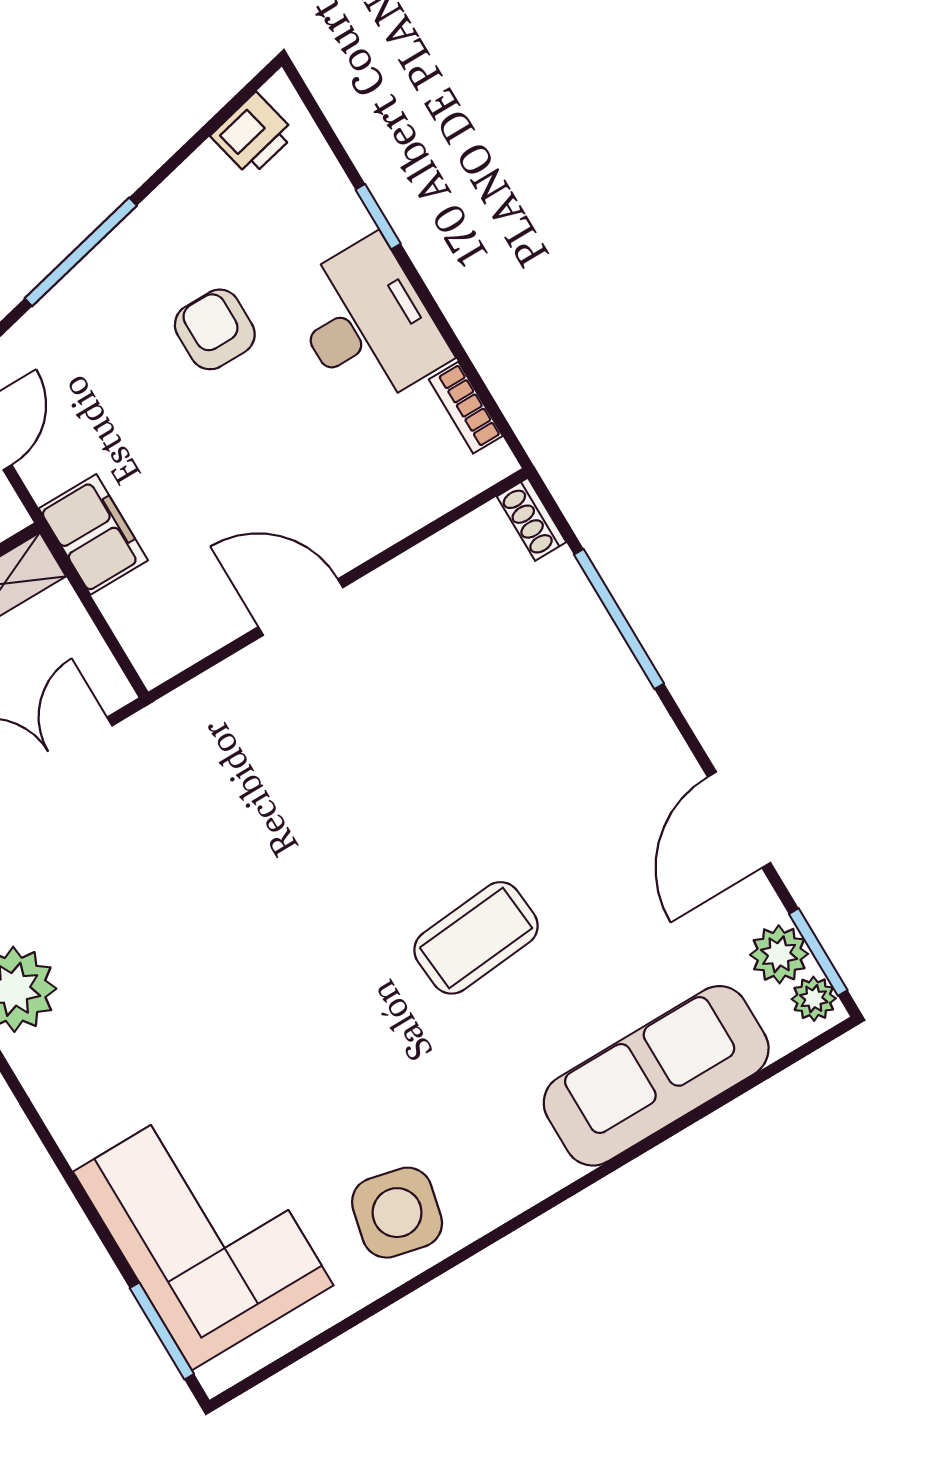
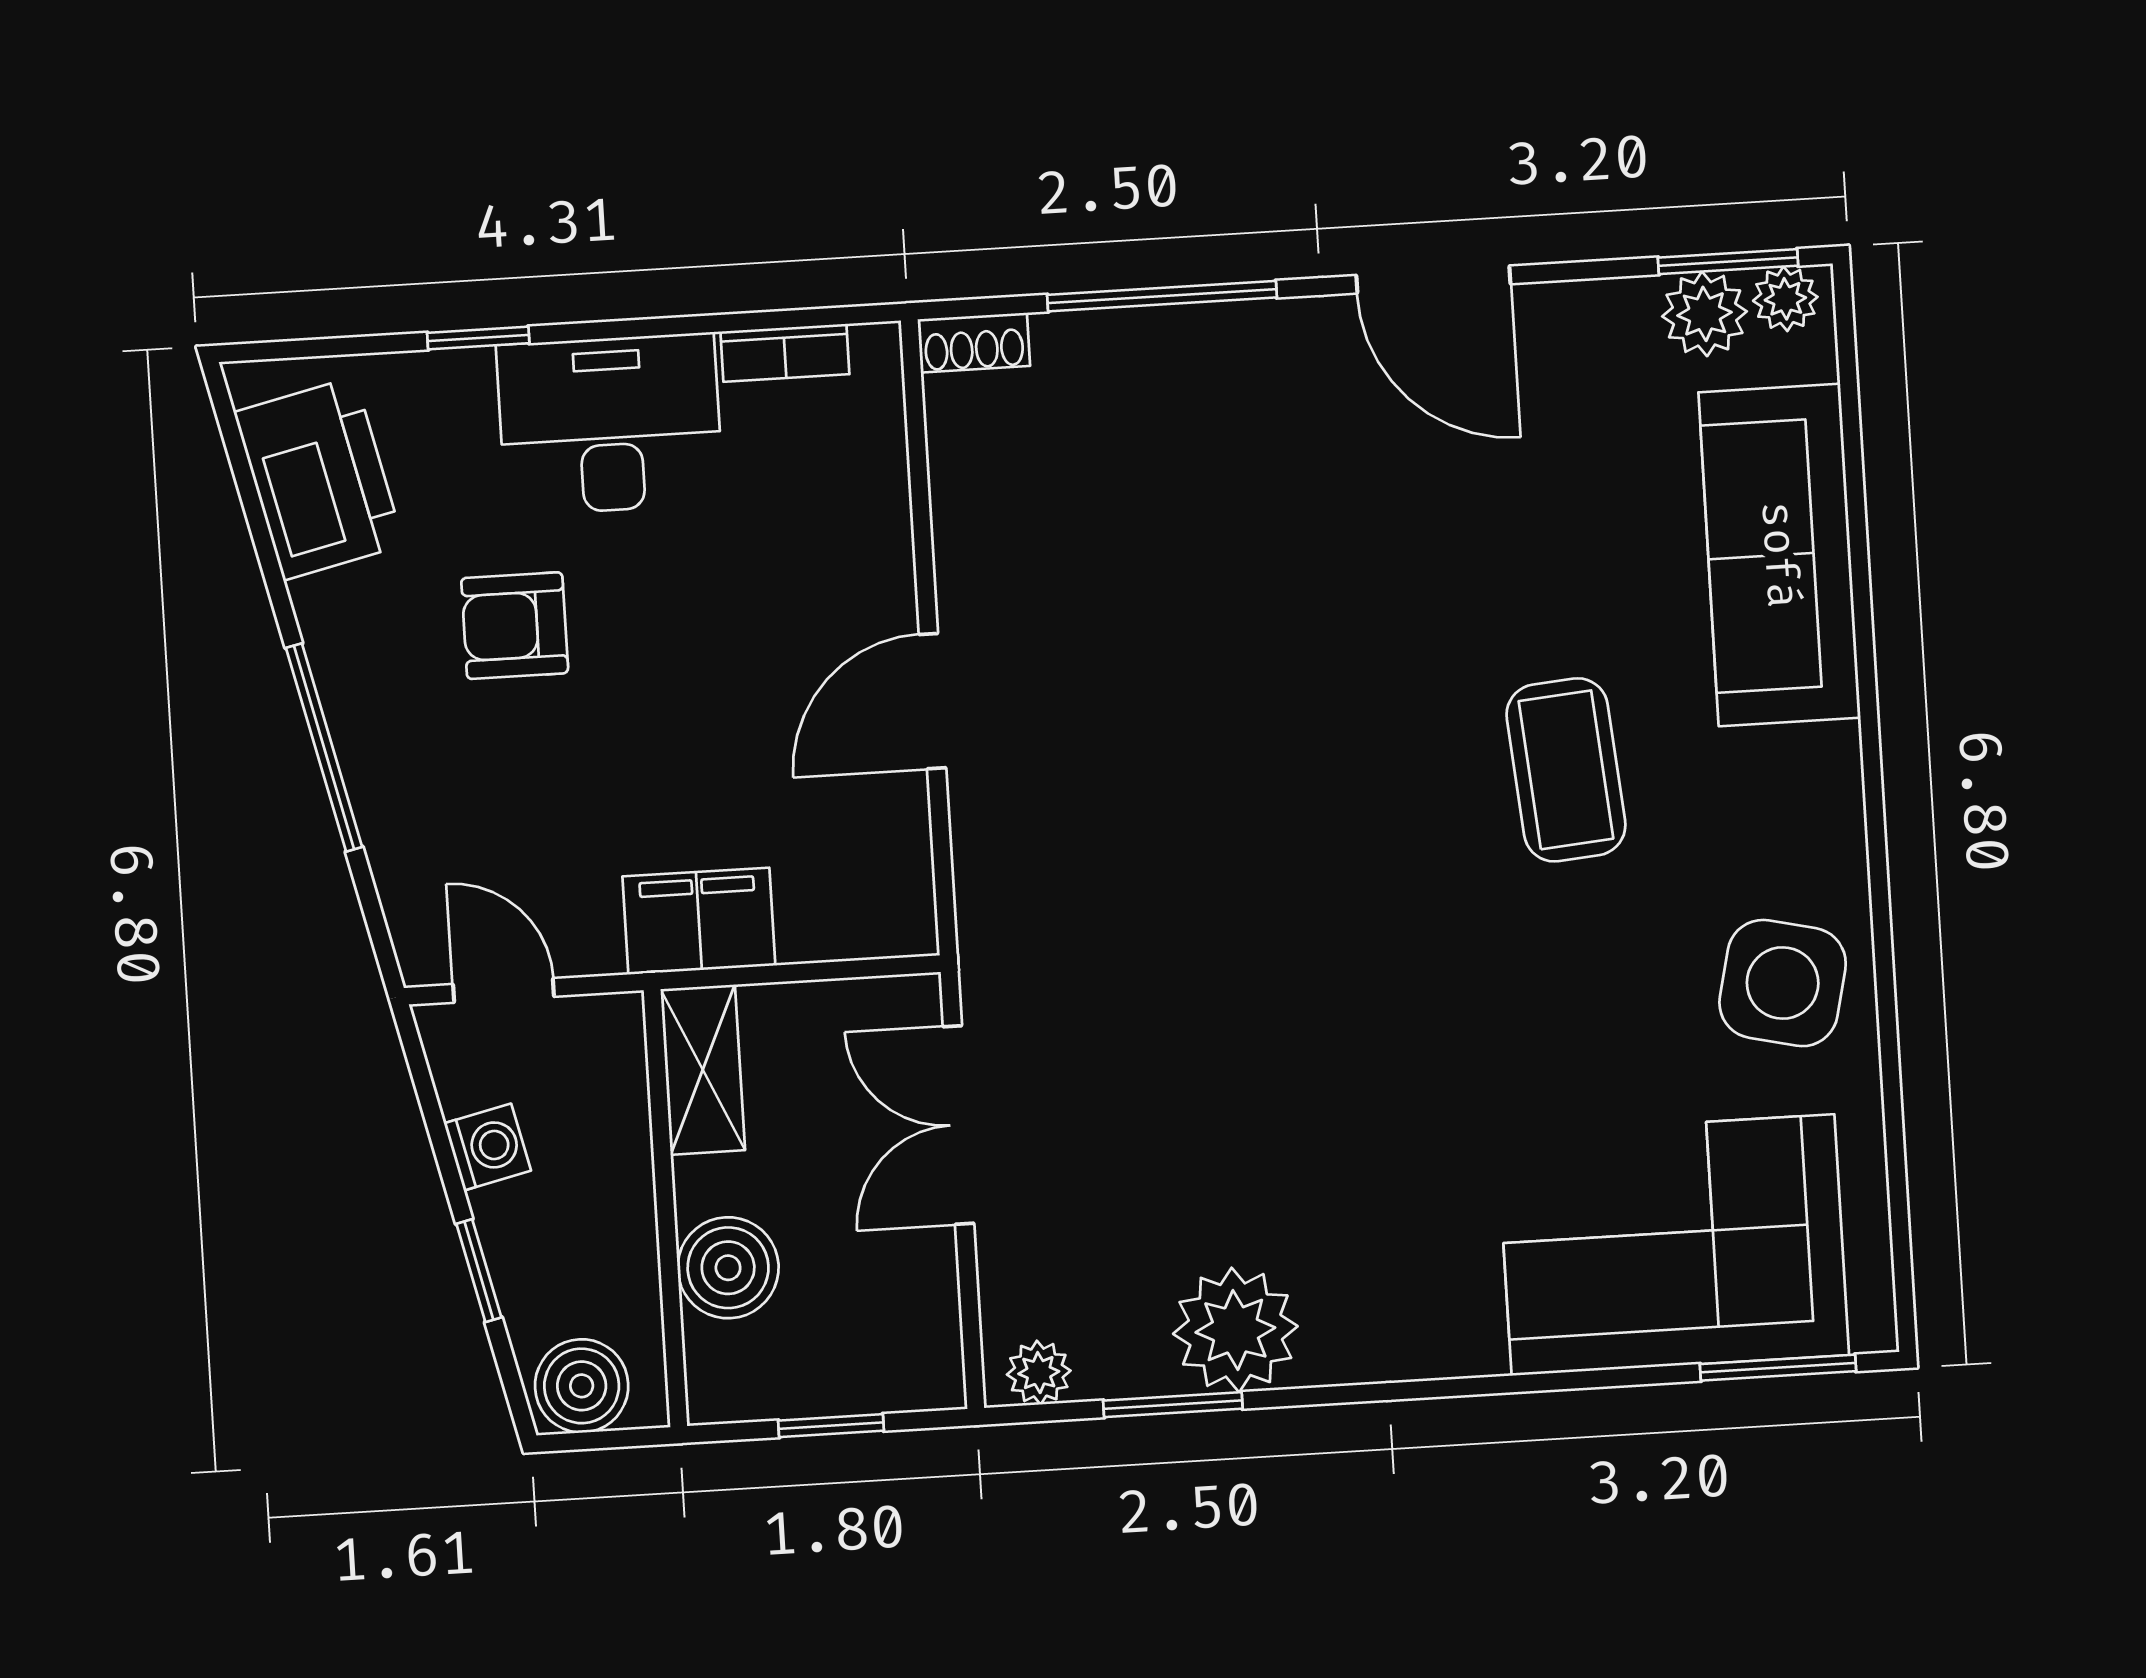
printer: (253, 135) -> (319, 479), width x1.87, depth x1.48
door: (739, 820) -> (1433, 280), moved
coffee table: (476, 938) -> (1566, 770), moved

